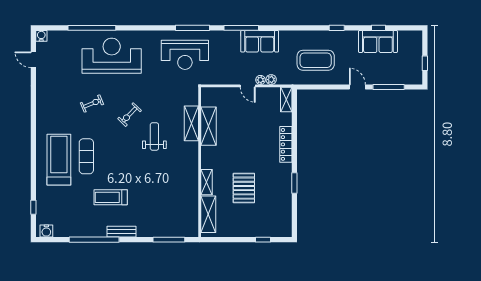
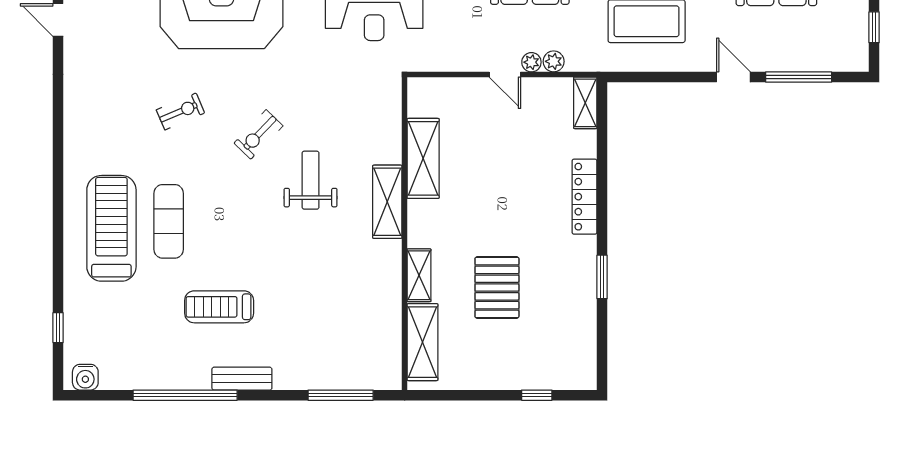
shelving: (191, 123) -> (387, 202), moved

